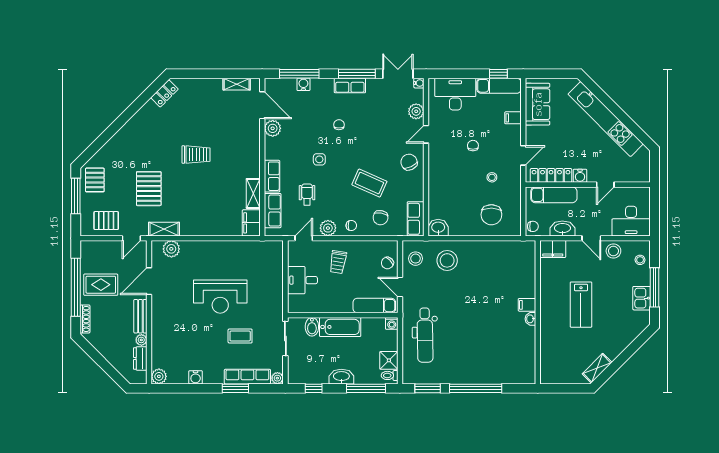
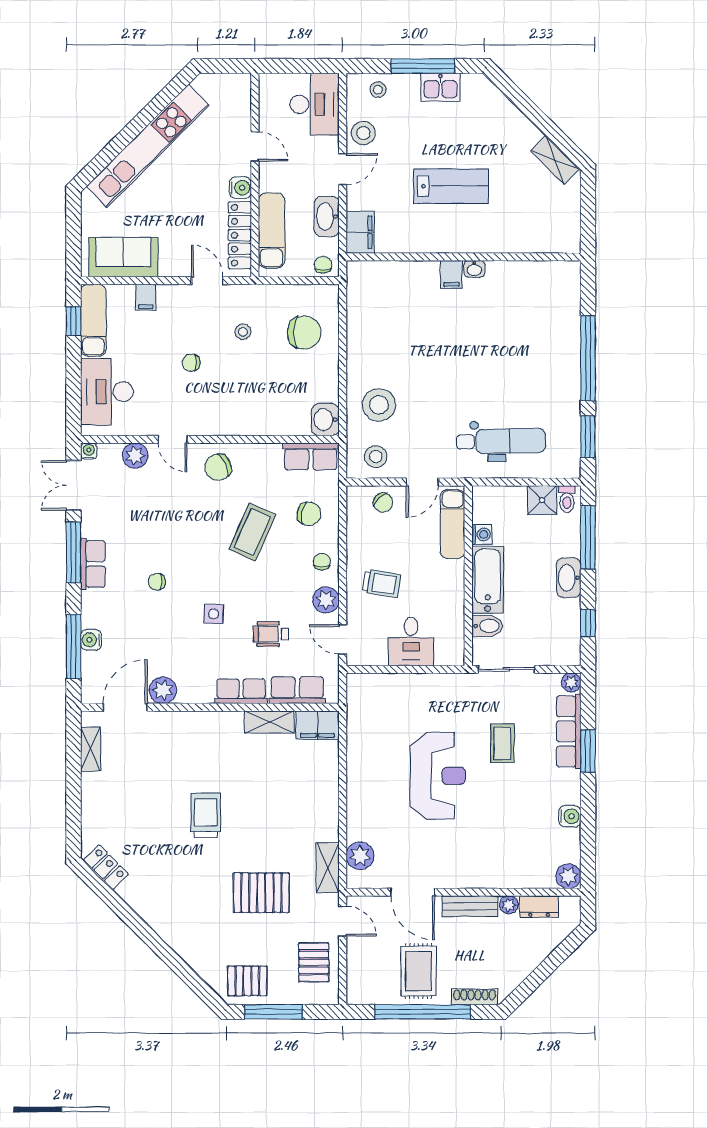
washing machine: (392, 323) -> (482, 534), moved

